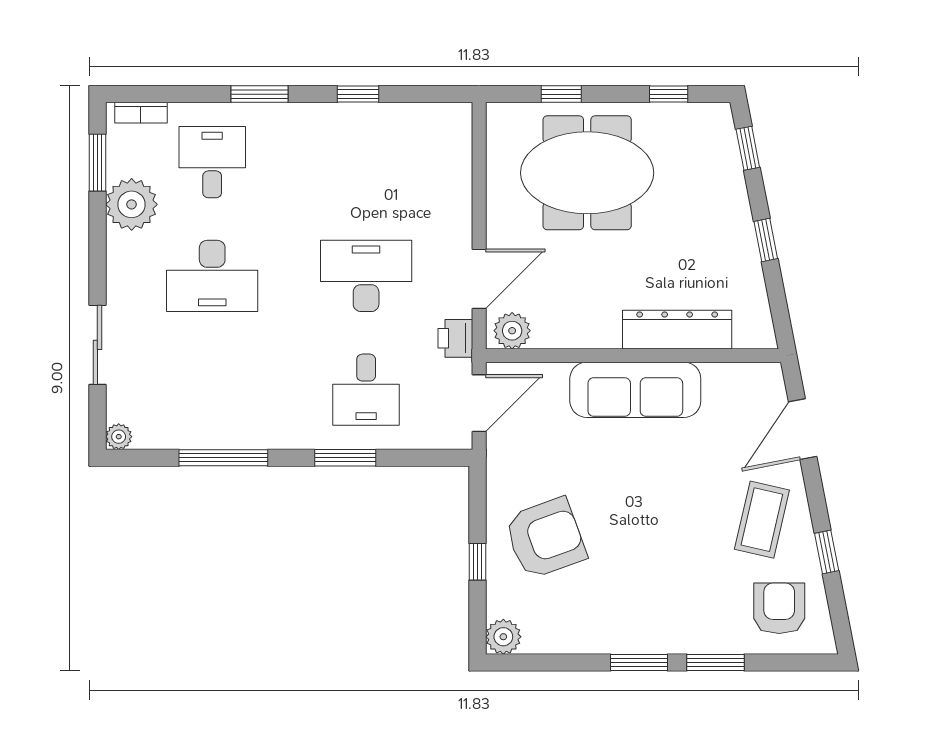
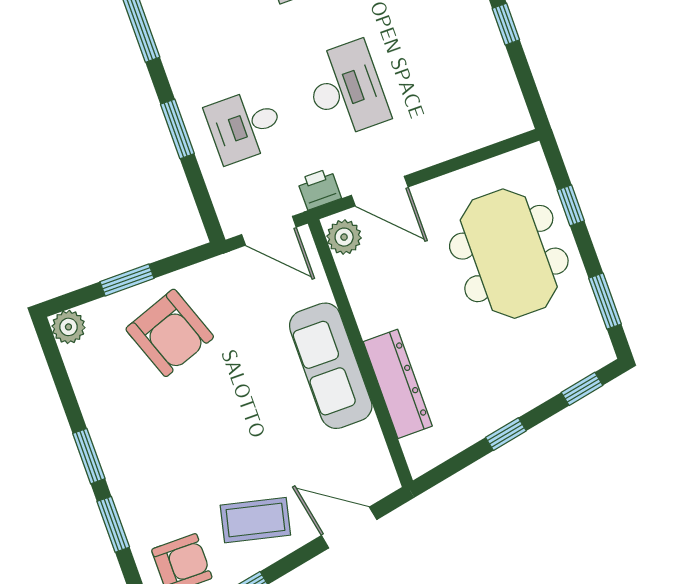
window: (669, 94) -> (605, 301), width x1.50
window: (478, 562) -> (127, 280), width x1.50

